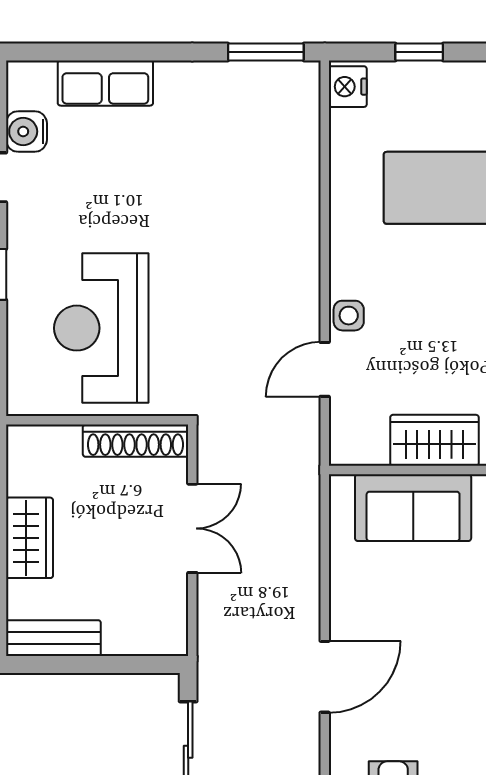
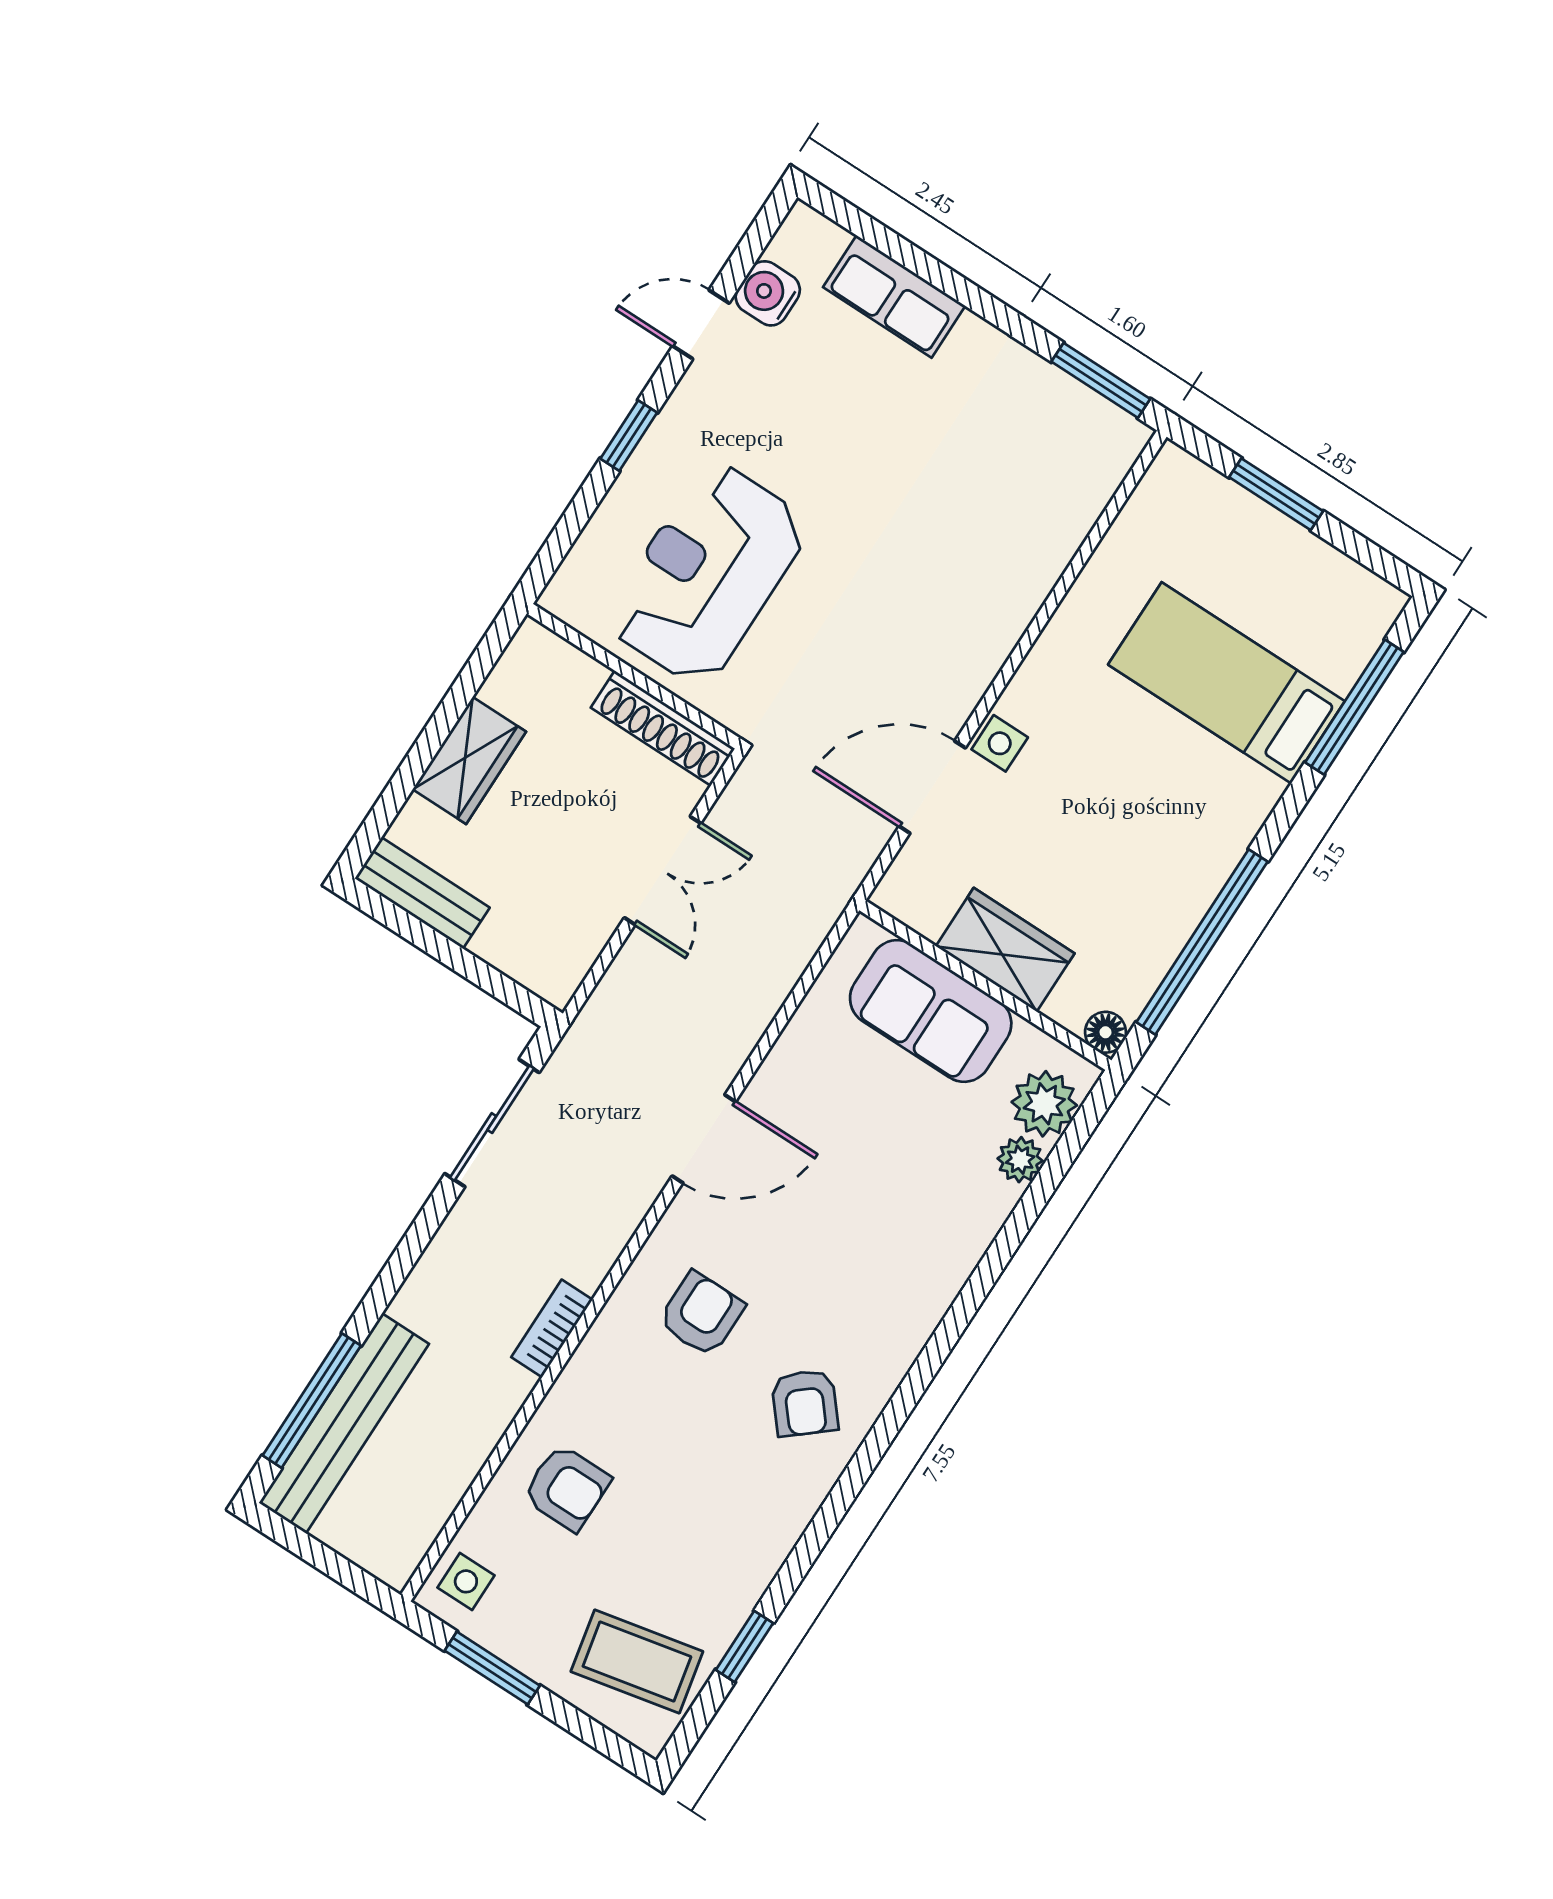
window: (419, 52) -> (1276, 494), width x1.50
nightstand: (348, 87) -> (1169, 481), removed
door: (325, 369) -> (932, 787), width x1.38

